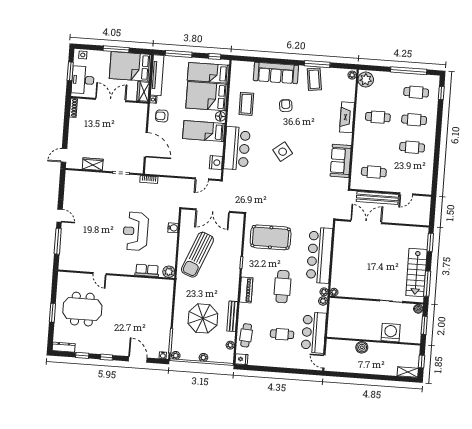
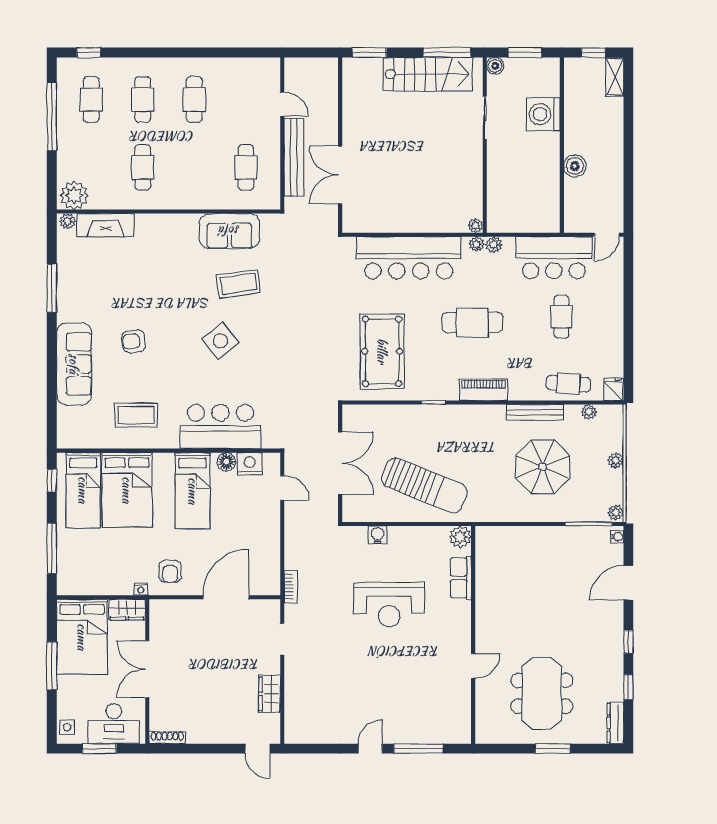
tv unit: (157, 75) -> (95, 586), removed
coffee table: (314, 79) -> (239, 284), moved
floor lamp: (220, 116) -> (226, 462), moved
fireplace: (347, 117) -> (105, 225), moved

